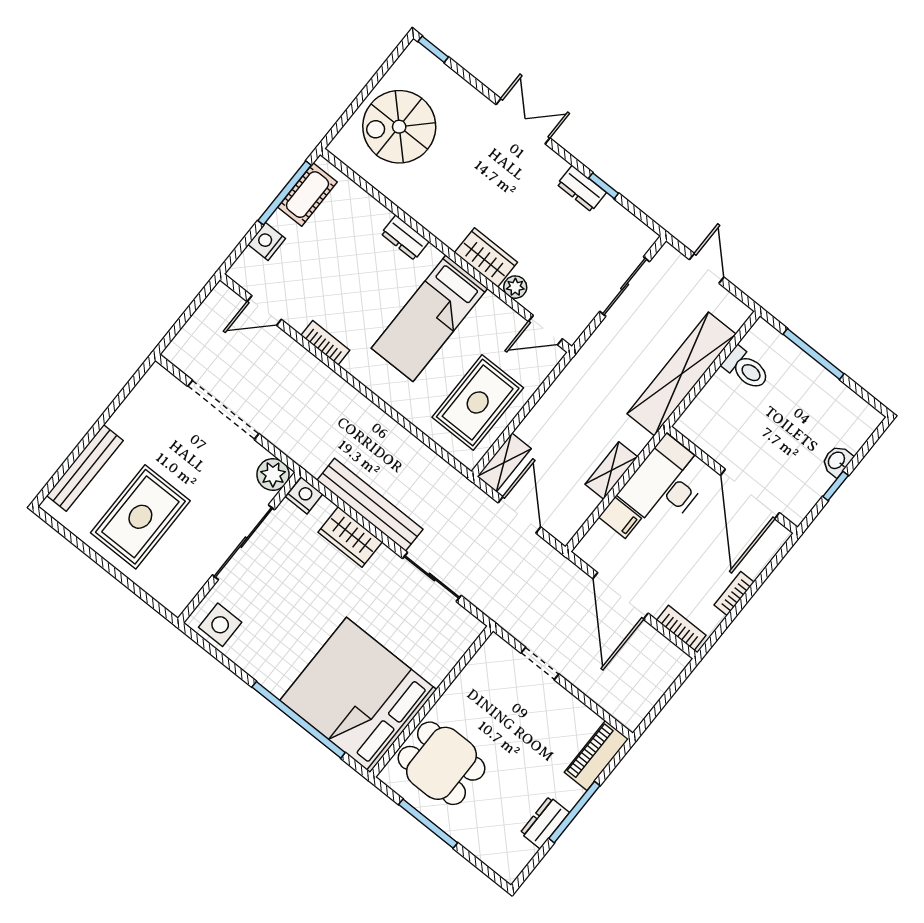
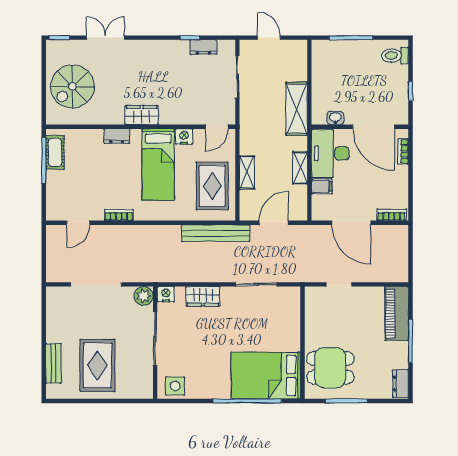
double door: (523, 121) -> (106, 38), moved
dresser: (582, 189) -> (203, 47), moved
nightstand: (267, 241) -> (184, 137), moved, turned 90
wardrobe: (486, 257) -> (142, 115), moved
plant: (515, 287) -> (187, 118), removed
toilet: (746, 369) -> (395, 56), moved, turned 180
shelving: (682, 374) -> (297, 109), width x0.68
washbasin: (837, 461) -> (335, 118), moved, turned 90
shelving: (504, 463) -> (247, 172), moved
bench: (85, 468) -> (53, 363), width x0.73
bench: (370, 505) -> (216, 233), moved
door: (519, 515) -> (274, 223), hinge flipped
bookcase: (734, 594) -> (403, 151), moved
bed: (358, 695) -> (266, 376), width x0.73
piano: (596, 756) -> (397, 314), width x1.37, depth x1.33
dresser: (545, 823) -> (401, 384), moved

